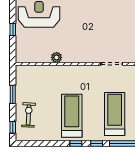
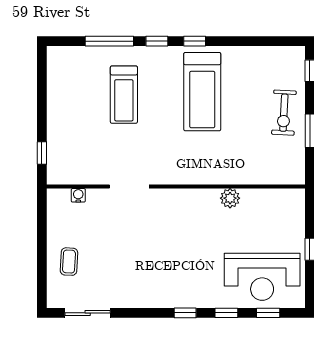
treadmill: (115, 114) -> (124, 95), width x0.73, depth x0.73
exercise bike: (29, 115) -> (284, 113), moved

